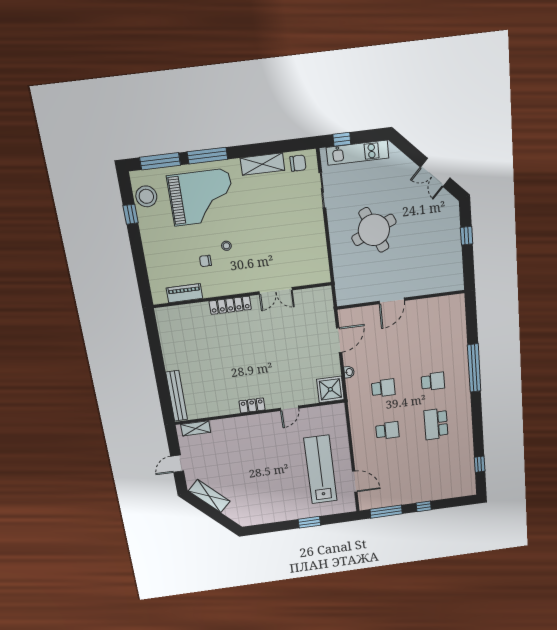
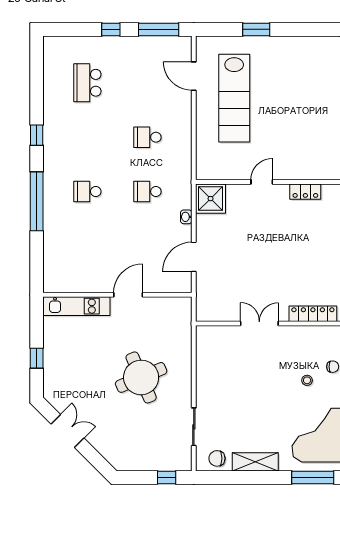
kitchen unit: (358, 153) -> (76, 306), moved, turned 180
school desk: (436, 424) -> (87, 83), moved, turned 180
window: (480, 464) -> (37, 135), moved

